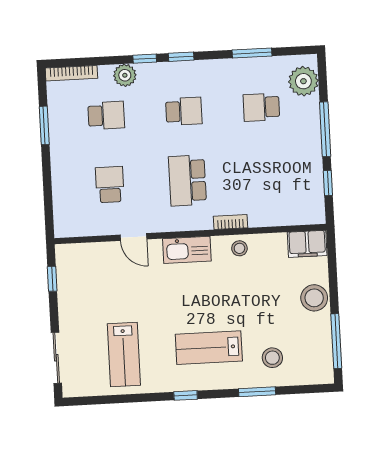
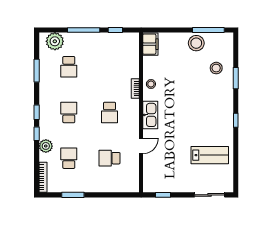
school desk: (187, 180) -> (110, 112), width x0.54
stool: (314, 298) -> (196, 43), moved
lab bench: (209, 348) -> (208, 105), removed

